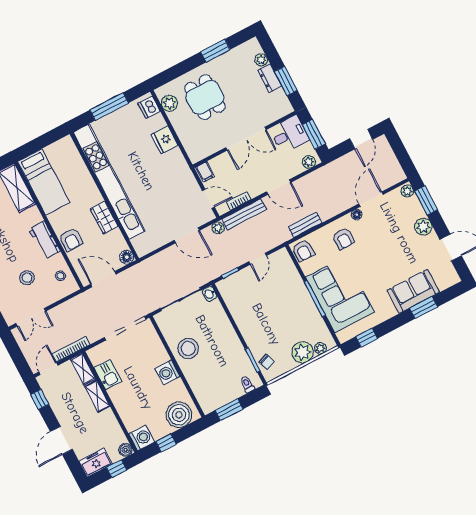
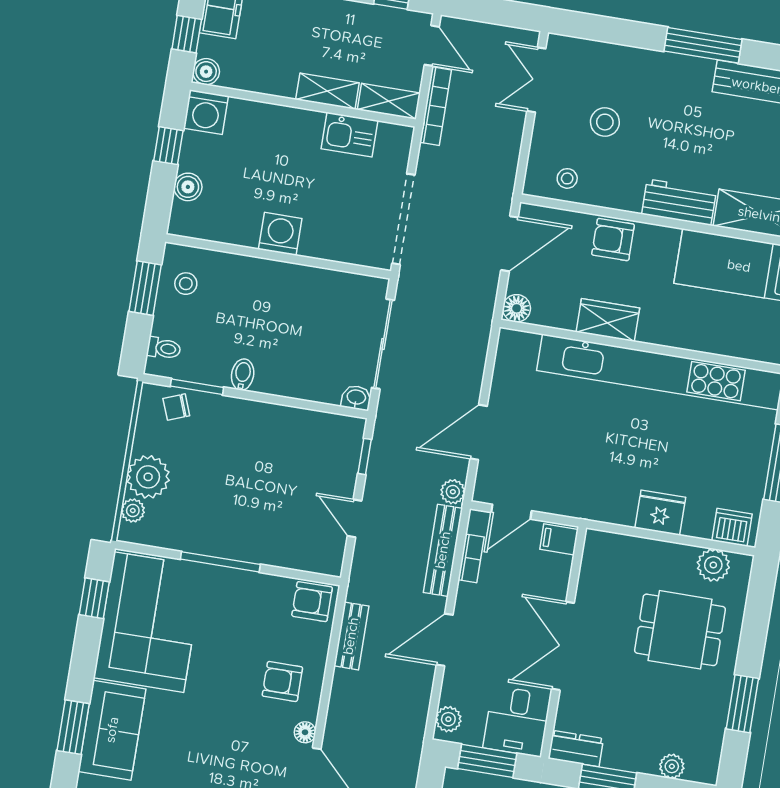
dresser: (270, 78) -> (576, 749), moved
workbench: (45, 240) -> (679, 202), moved
corner sofa: (340, 295) -> (149, 622), moved, turned -90
bidet: (234, 345) -> (243, 375), added
stool: (188, 348) -> (186, 284), moved, width x0.53, depth x0.53
boiler: (179, 415) -> (188, 187), width x0.54, depth x0.54

